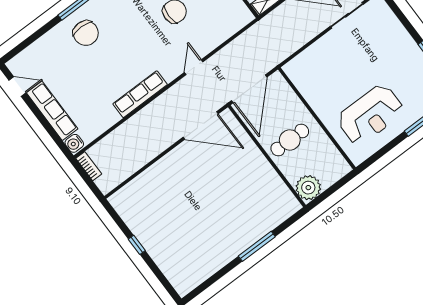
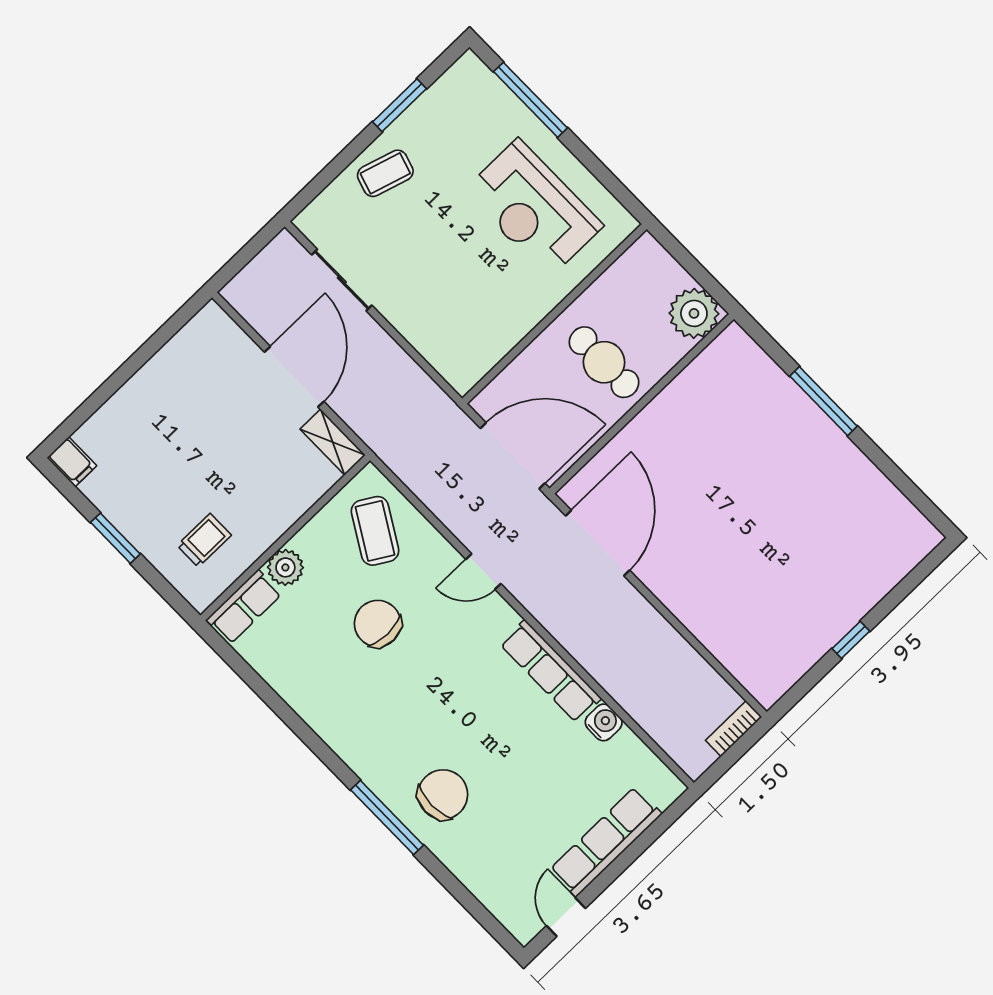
coffee table: (221, 16) -> (375, 531), added
coffee table: (397, 43) -> (385, 173), added
reception desk: (370, 115) -> (533, 208), turned 180
water cooler: (74, 143) -> (604, 722), moved, turned -90
bookcase: (89, 166) -> (734, 729), moved

